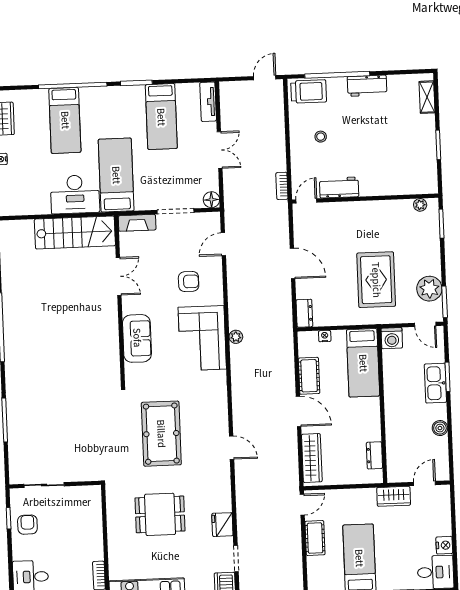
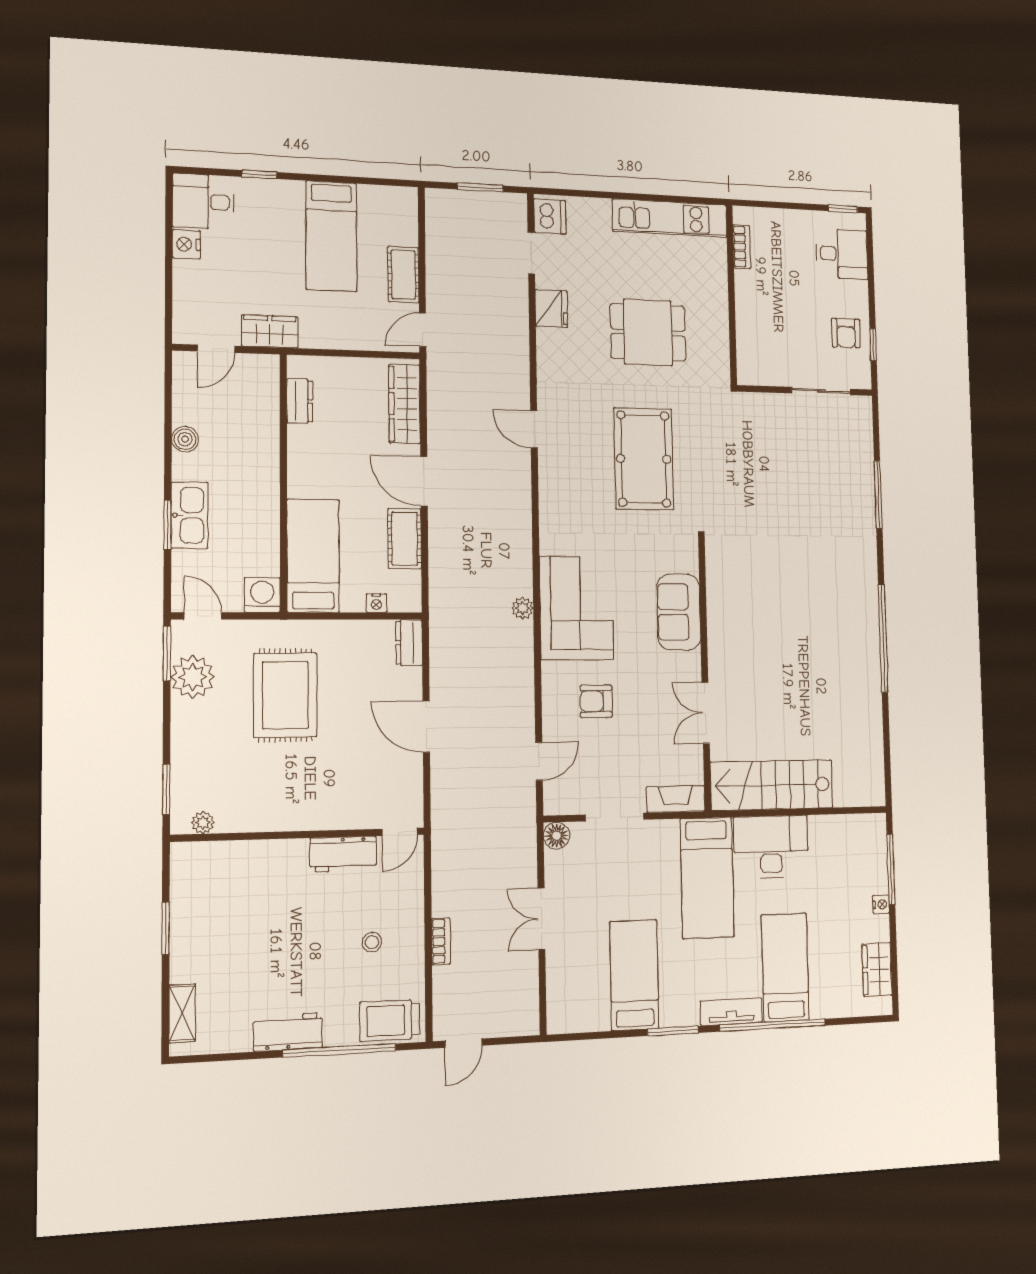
tv unit: (208, 102) -> (731, 1012), moved, turned -90
bookcase: (282, 186) -> (441, 941), moved

